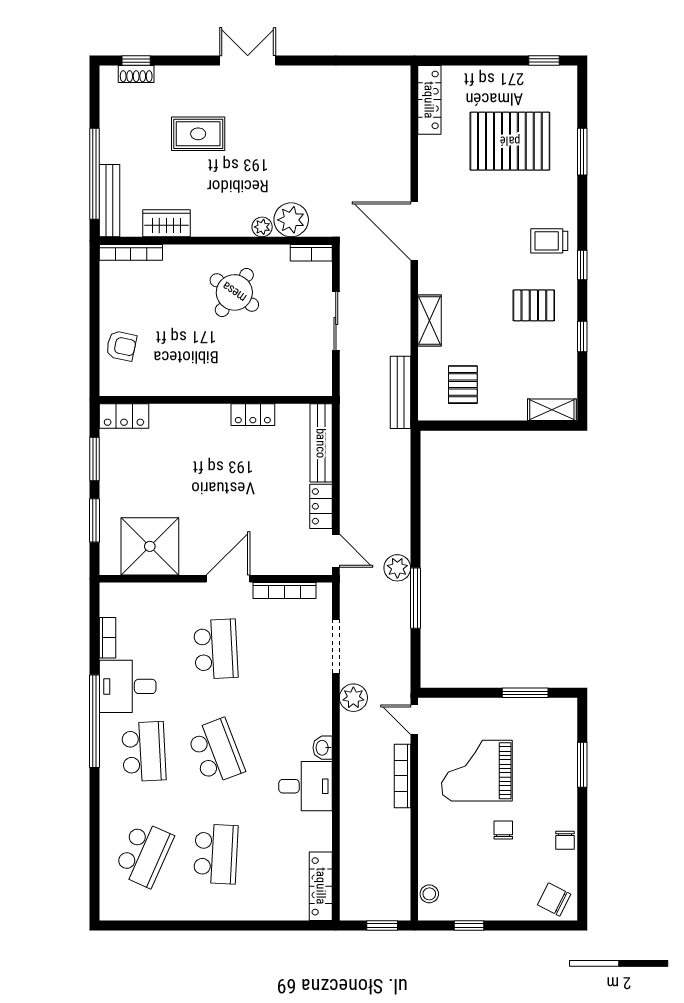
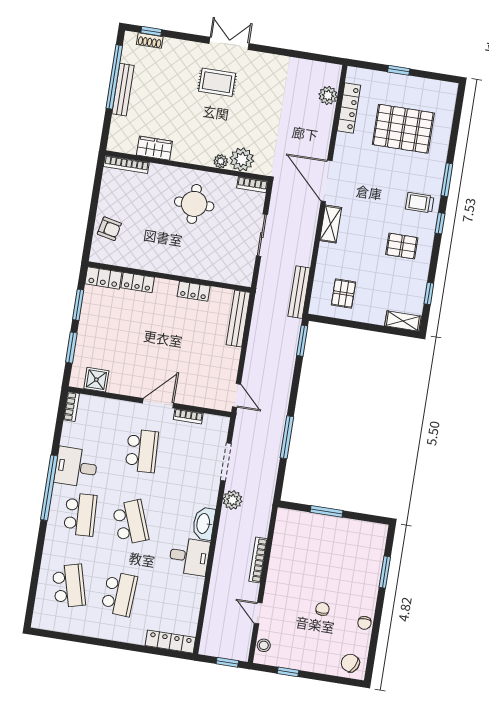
window: (544, 60) -> (399, 70), moved
locker: (429, 100) -> (349, 108), moved
rug: (198, 134) -> (217, 82), moved
window: (582, 152) -> (447, 180), moved
window: (94, 174) -> (114, 77), moved
bench: (110, 201) -> (123, 90), moved
round table: (234, 292) -> (194, 204), turned -35
shelving: (430, 321) -> (331, 224), moved
window: (582, 336) -> (429, 294), moved
window: (416, 460) -> (302, 341), added
locker: (321, 506) -> (138, 283), moved, turned -90
shower: (150, 546) -> (96, 380), width x0.54, depth x0.54
plant: (397, 568) -> (328, 95), moved
bookcase: (284, 591) -> (188, 416), width x0.64
bookcase: (108, 638) -> (71, 407), moved
window: (525, 693) -> (327, 511), moved
door: (414, 720) -> (258, 613), moved
washbasin: (323, 748) -> (204, 524), width x1.91, depth x1.45
grand piano: (477, 771) -> (311, 565), removed
school desk: (144, 854) -> (69, 586), turned -39
locker: (321, 886) -> (170, 642), moved, turned 90

